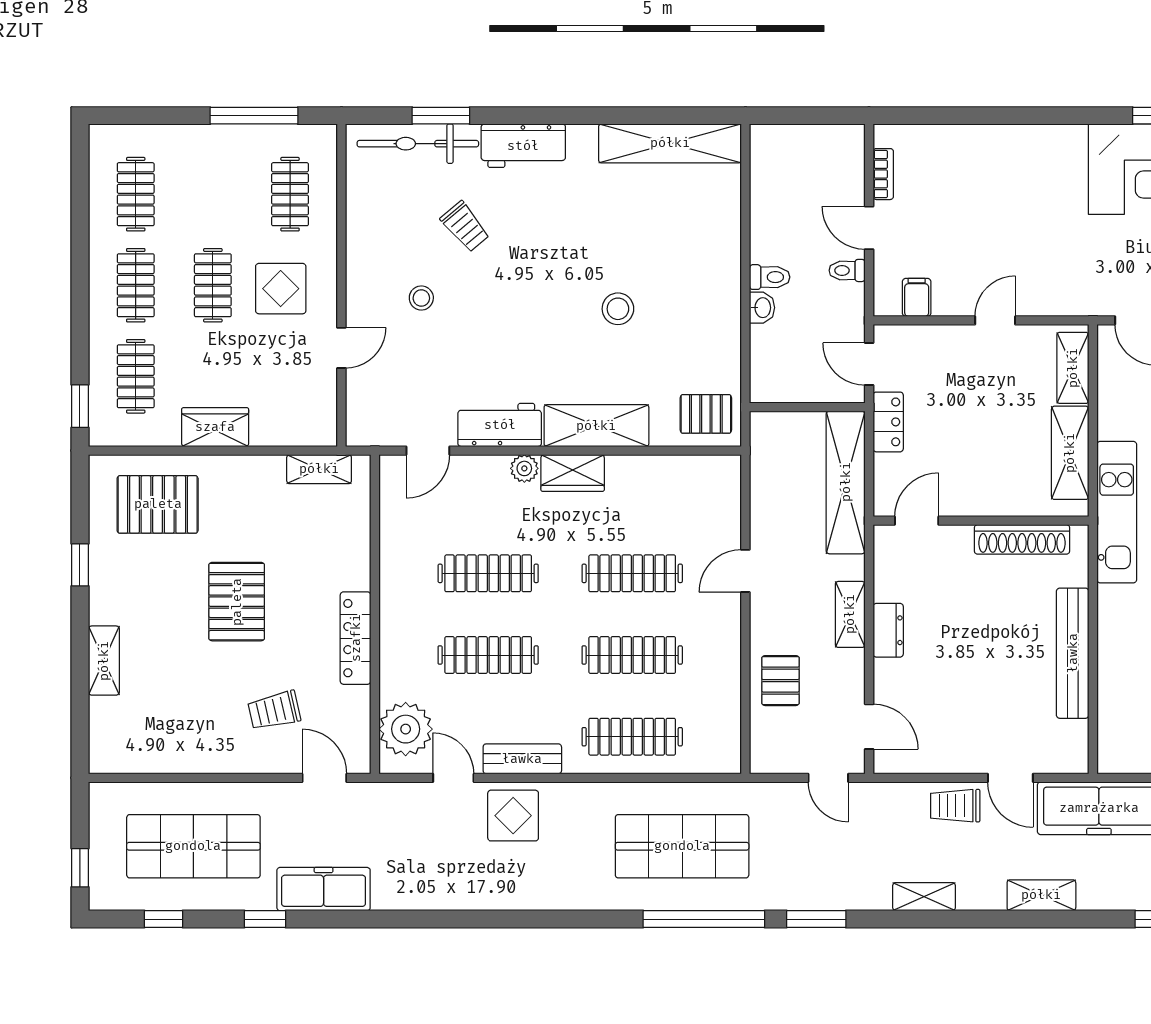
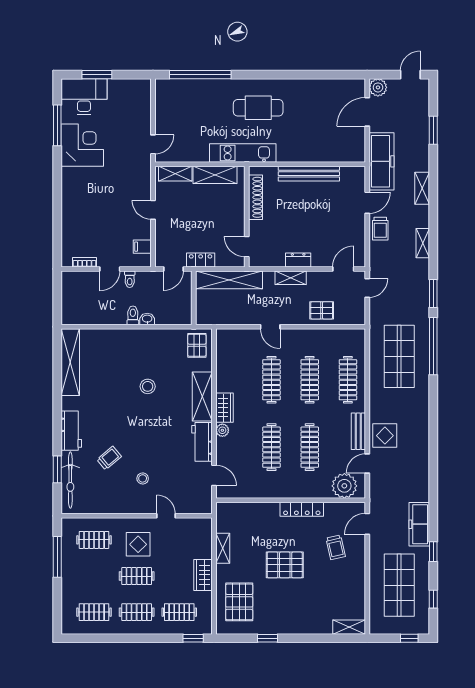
shelving: (319, 469) -> (223, 548), moved
shelving: (104, 661) -> (349, 627), moved

